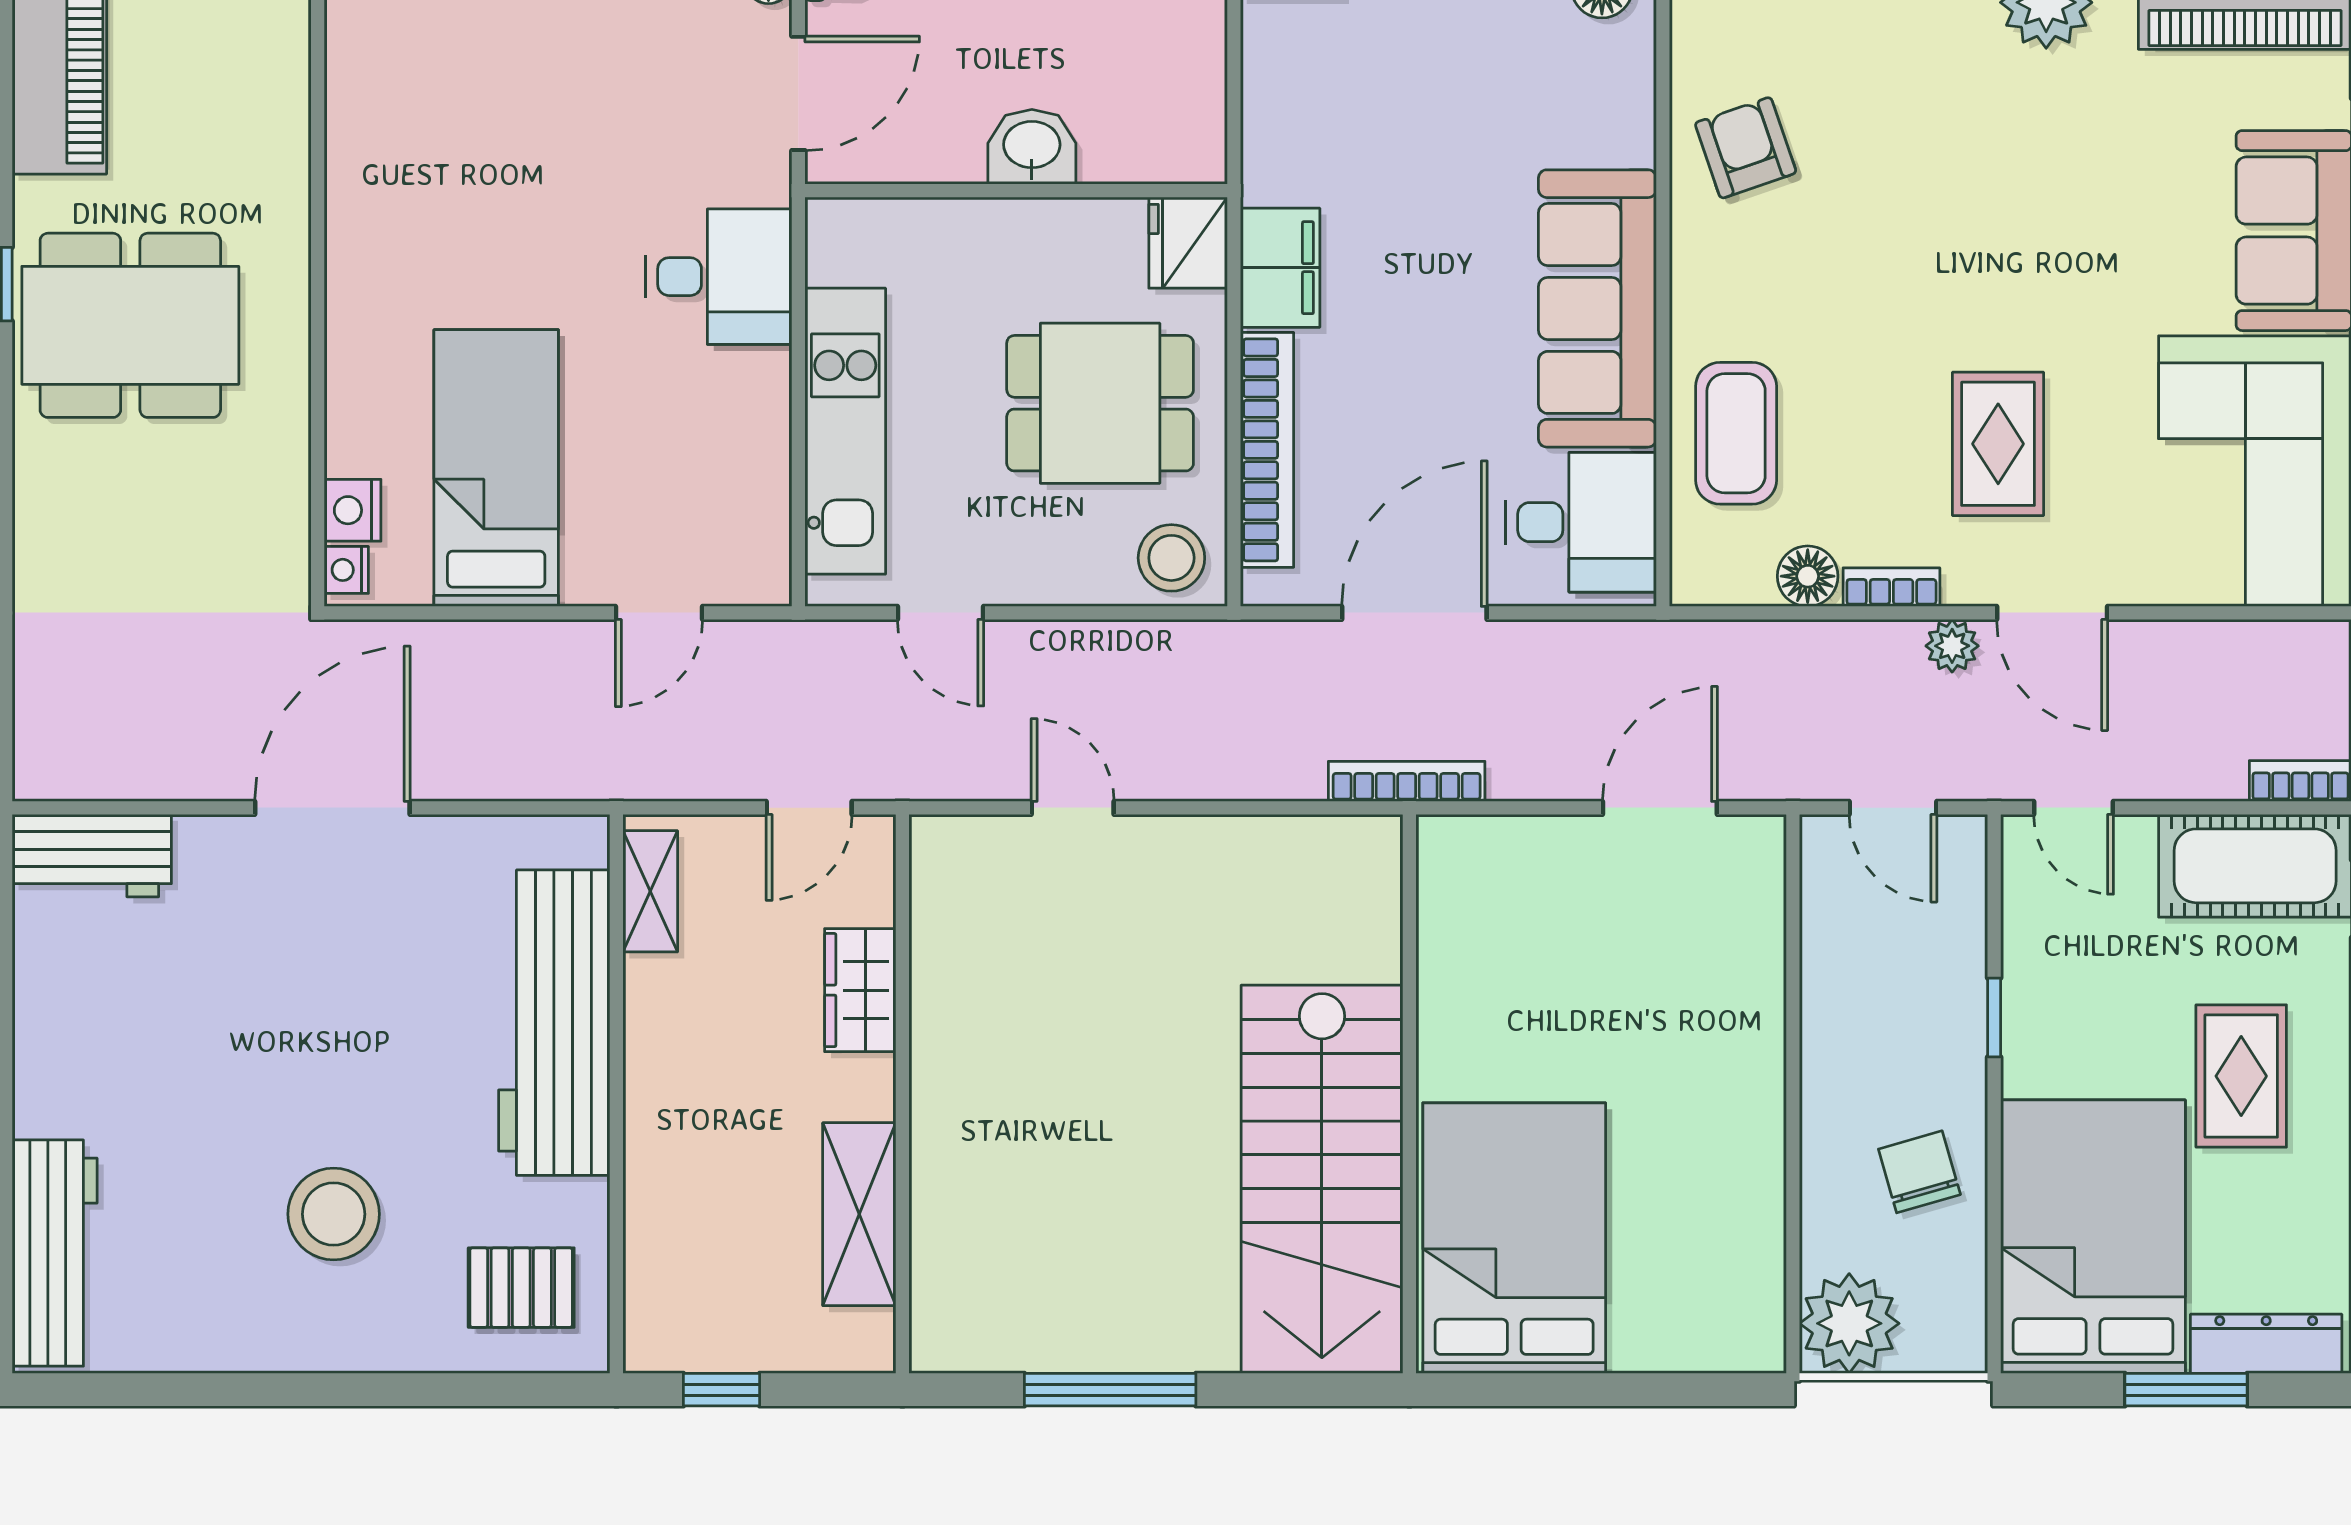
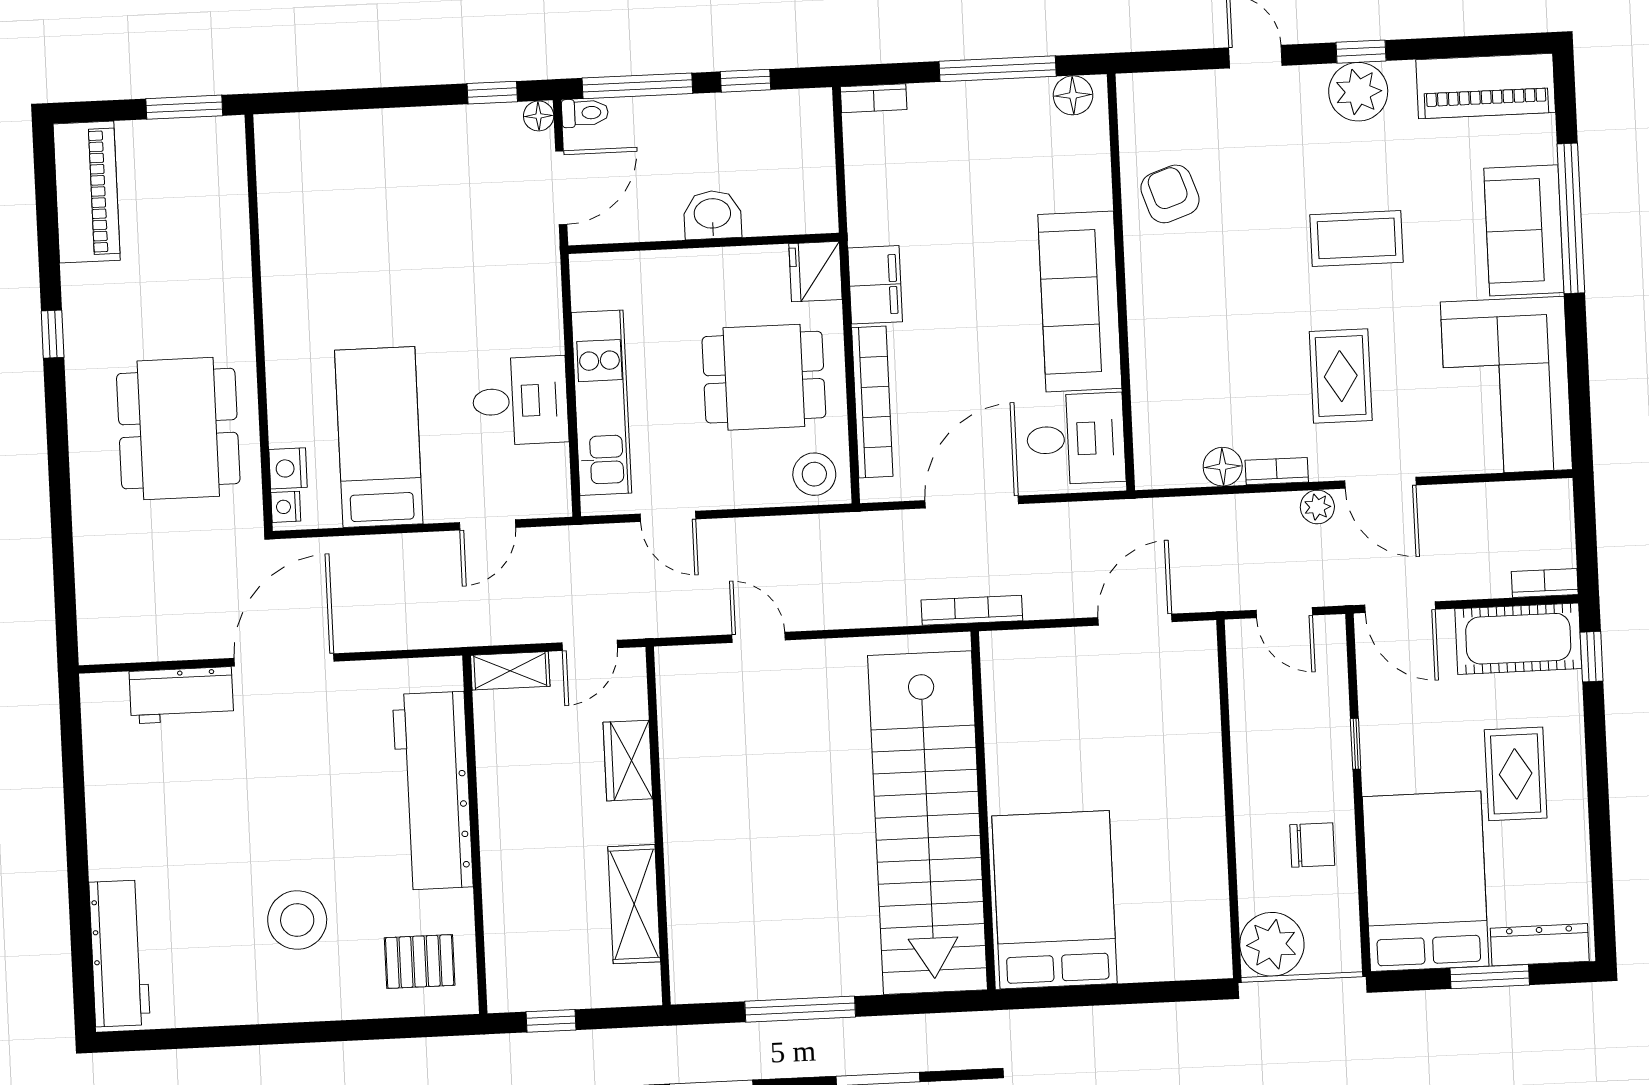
desk: (719, 277) -> (520, 401), moved
dining table: (130, 325) -> (178, 429), moved, turned 90
coffee table: (1736, 433) -> (1356, 238), moved, turned 90
door: (2073, 808) -> (1400, 607), width x1.38
workbench: (92, 856) -> (181, 695), moved
shelving: (650, 891) -> (510, 671), moved, turned 90
chair: (1919, 1172) -> (1312, 845), turned 106
stairs: (1322, 1179) -> (927, 823), width x1.36

